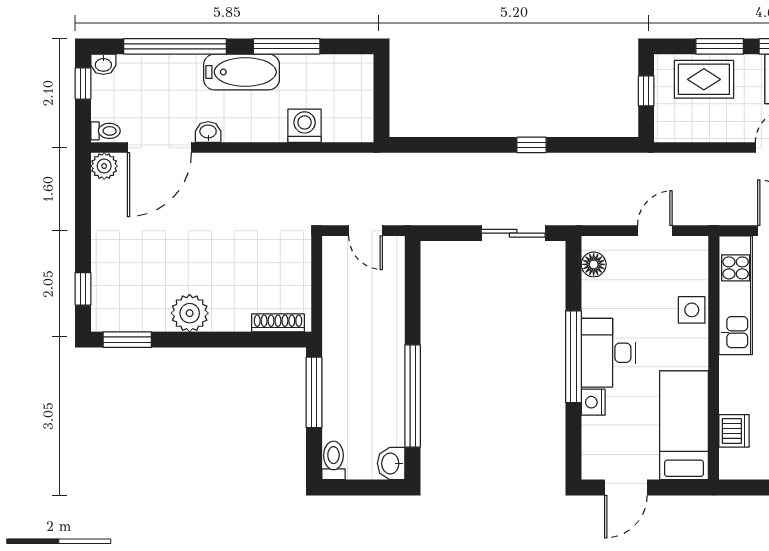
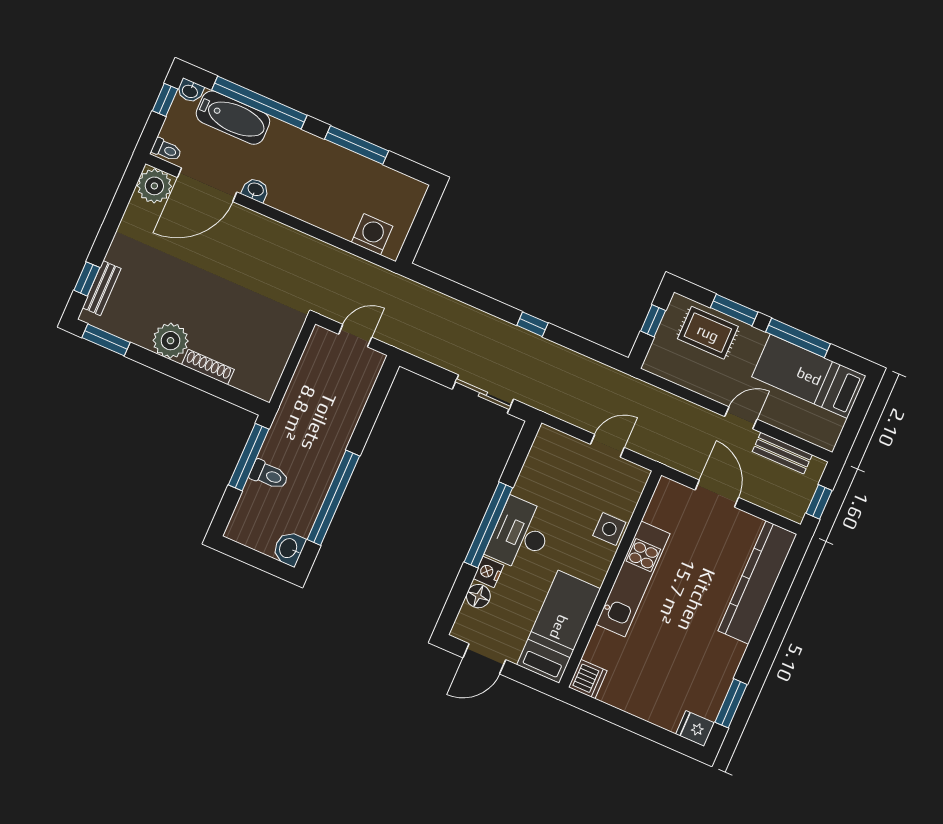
bathtub: (242, 72) -> (233, 118), moved
washing machine: (305, 126) -> (372, 234), moved
plant: (104, 166) -> (154, 186), width x1.36, depth x1.36
door: (365, 231) -> (355, 336), swing flipped
floor lamp: (594, 264) -> (478, 596), moved
bench: (101, 292) -> (102, 288), added
kitchen unit: (736, 295) -> (633, 579), moved
shoe rack: (278, 323) -> (208, 367), moved
dishwasher: (734, 431) -> (588, 679), moved
toilet: (333, 460) -> (269, 475), moved, turned 90

